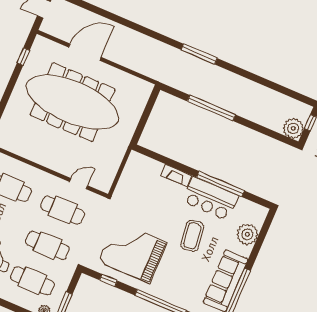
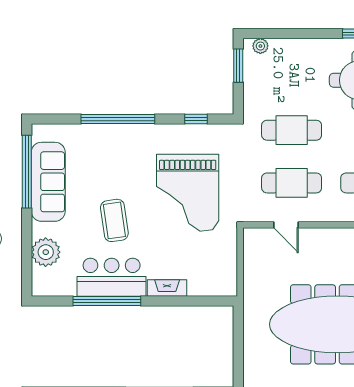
door: (78, 184) -> (286, 225), hinge flipped
grand piano: (132, 252) -> (188, 193), moved, turned 90
cafe table: (32, 281) -> (292, 77), removed

